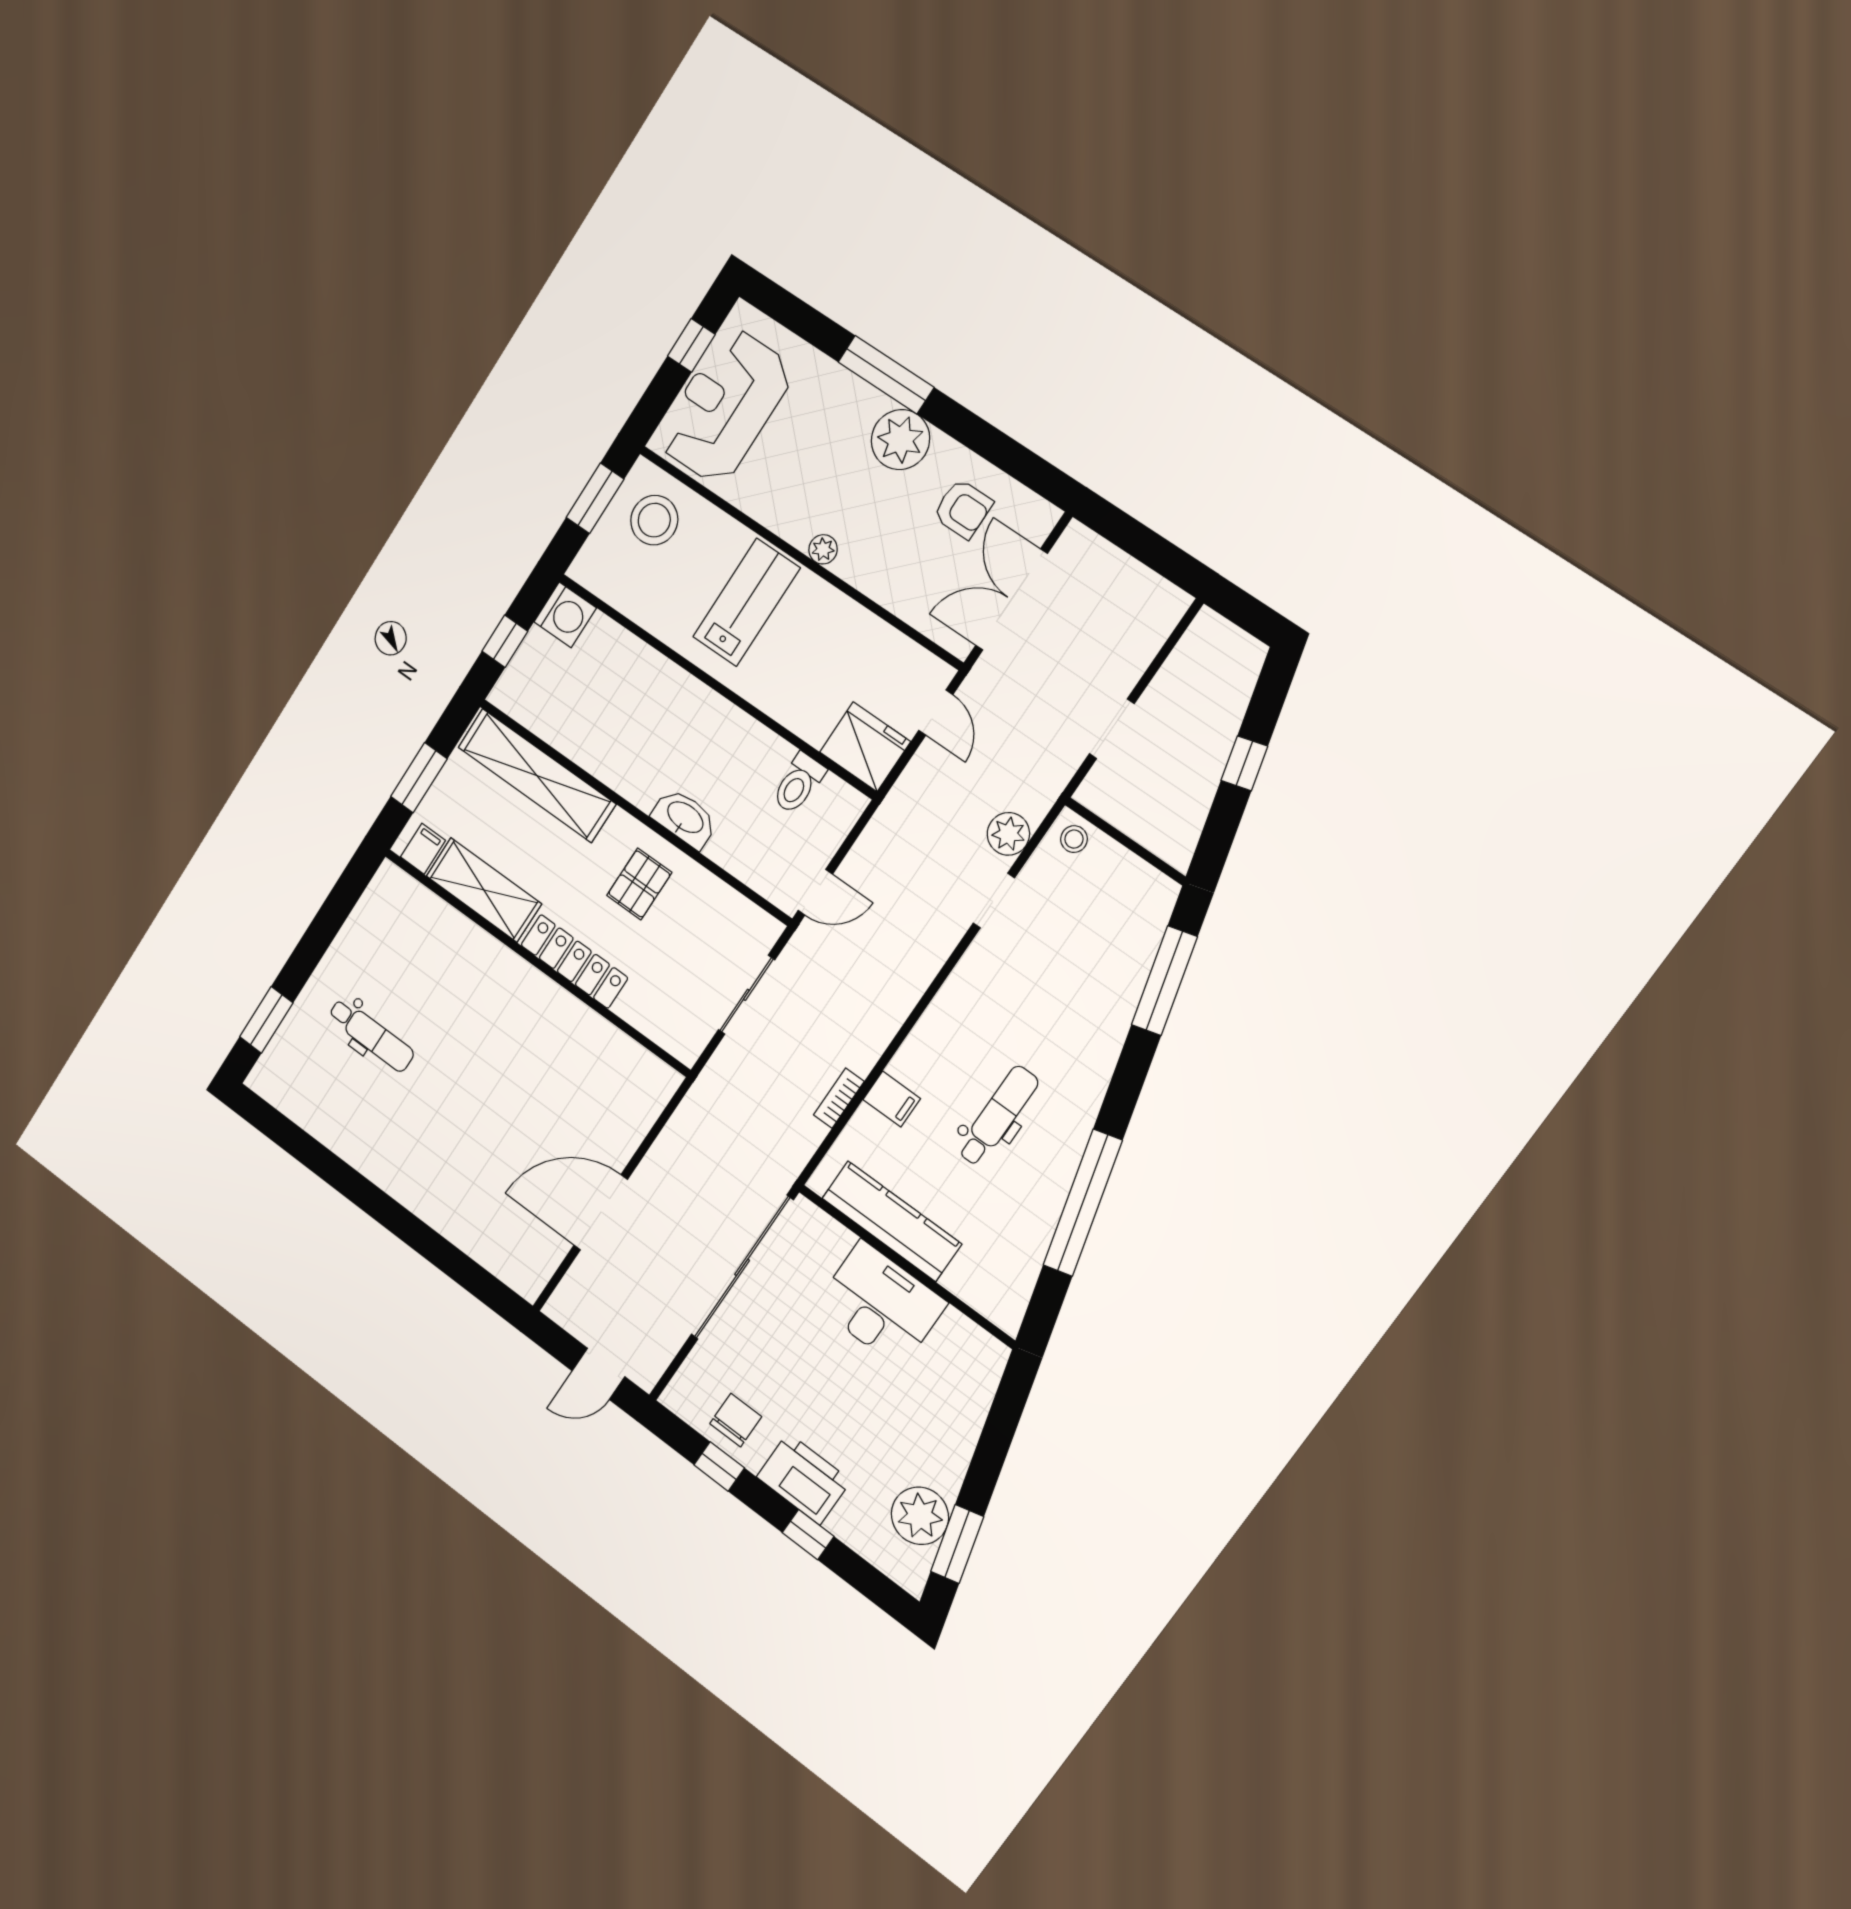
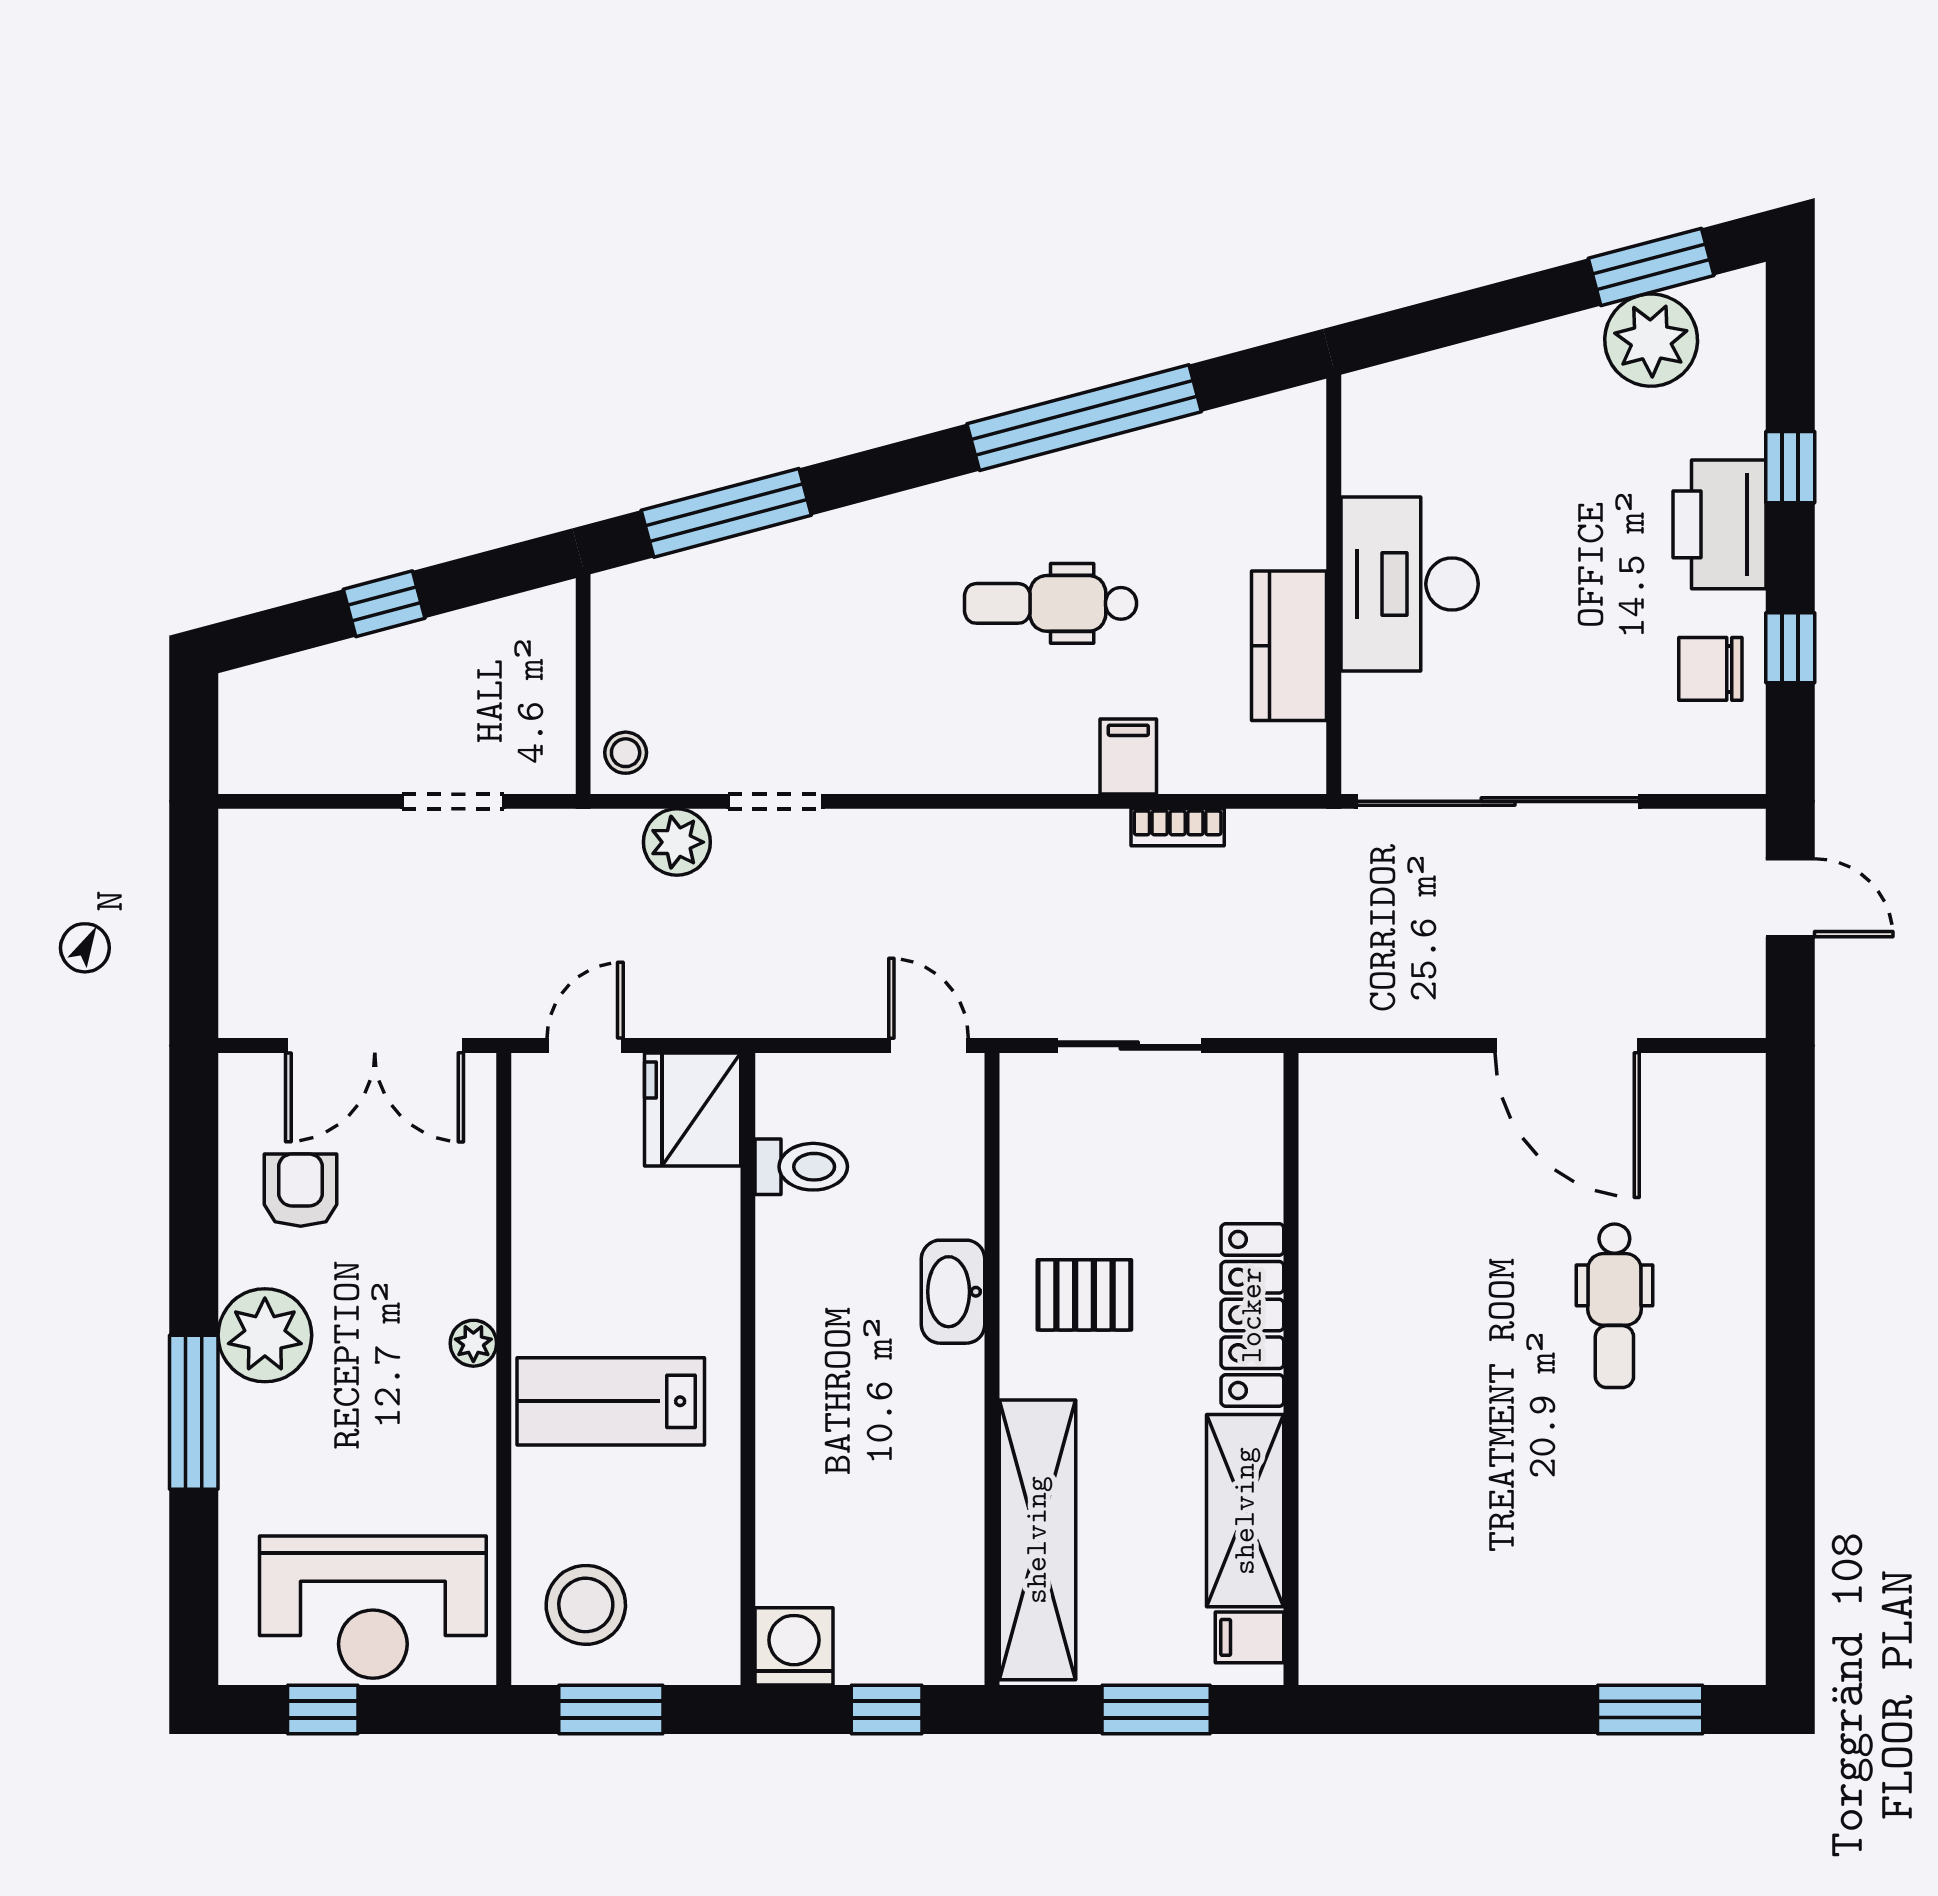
dental chair: (371, 1035) -> (1614, 1306), moved, turned 180
kitchen counter: (892, 1221) -> (1289, 646), width x0.67

